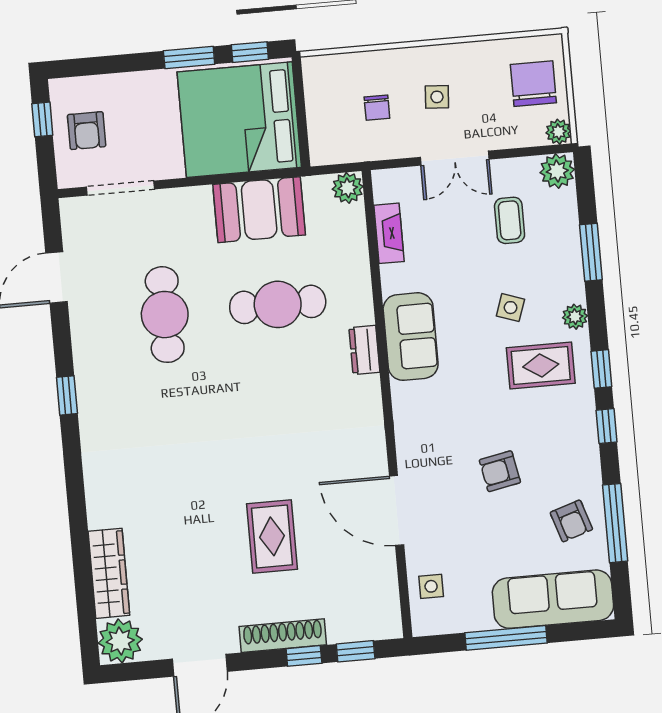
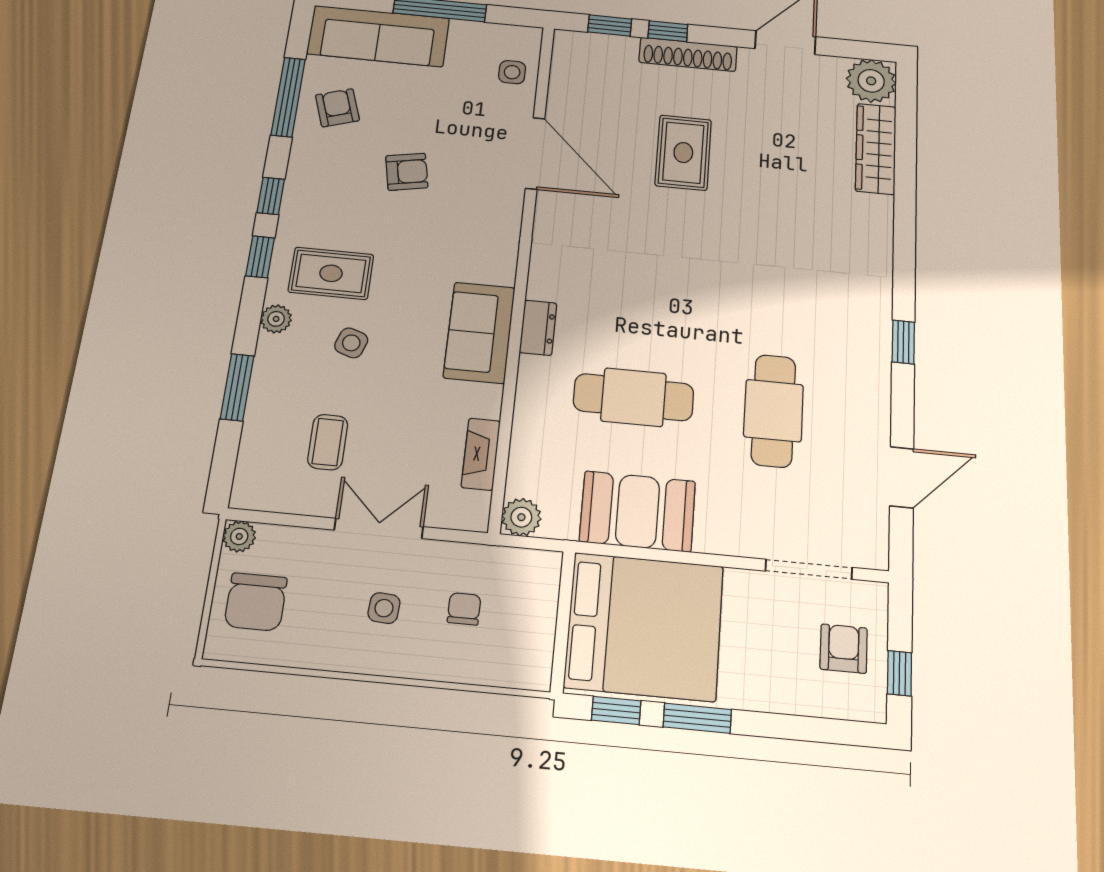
plant: (557, 171) -> (253, 489), removed

